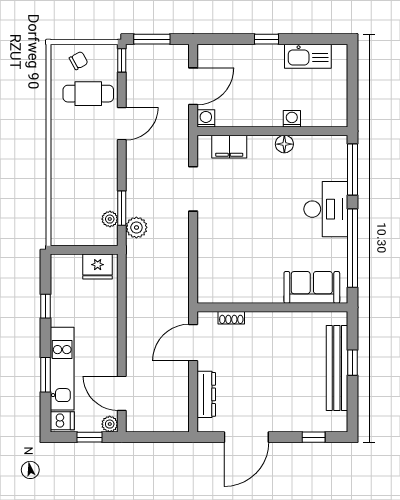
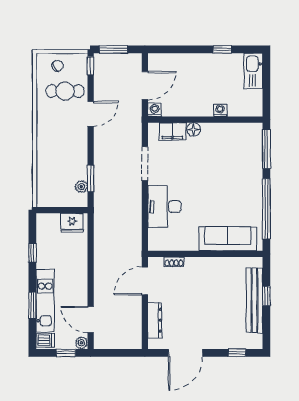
window: (267, 39) -> (222, 49), moved
kitchen sink: (308, 56) -> (253, 71), moved, turned 90
floor lamp: (284, 144) -> (194, 129), moved
desk: (326, 209) -> (164, 207), moved, turned 180
plant: (136, 227) -> (102, 193), removed
sofa: (312, 287) -> (228, 239), width x1.36

